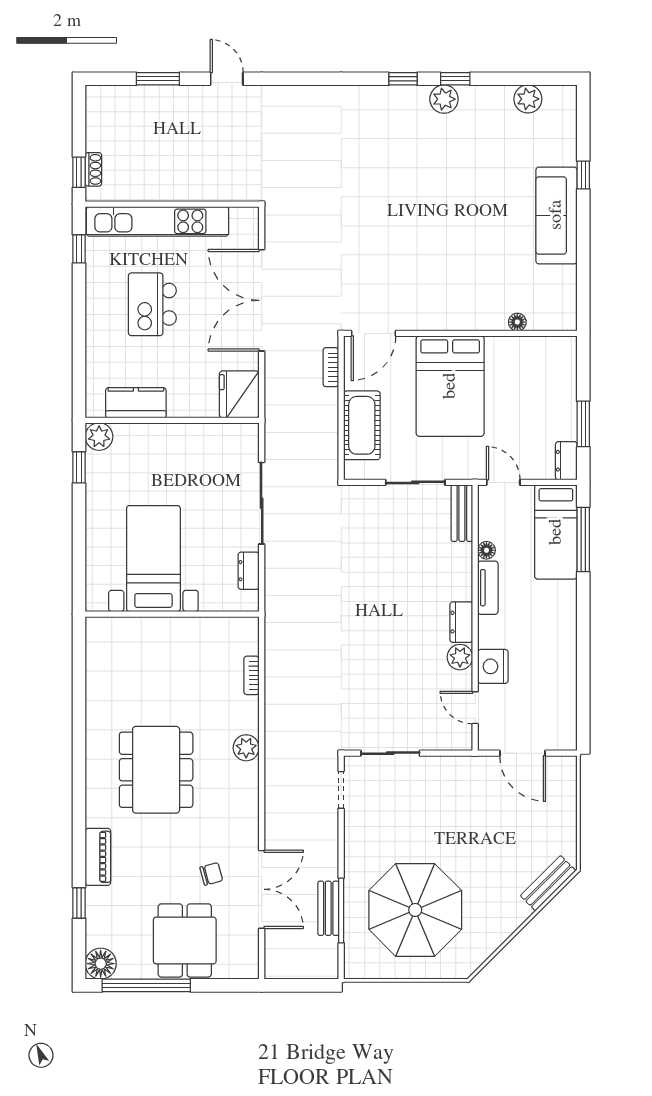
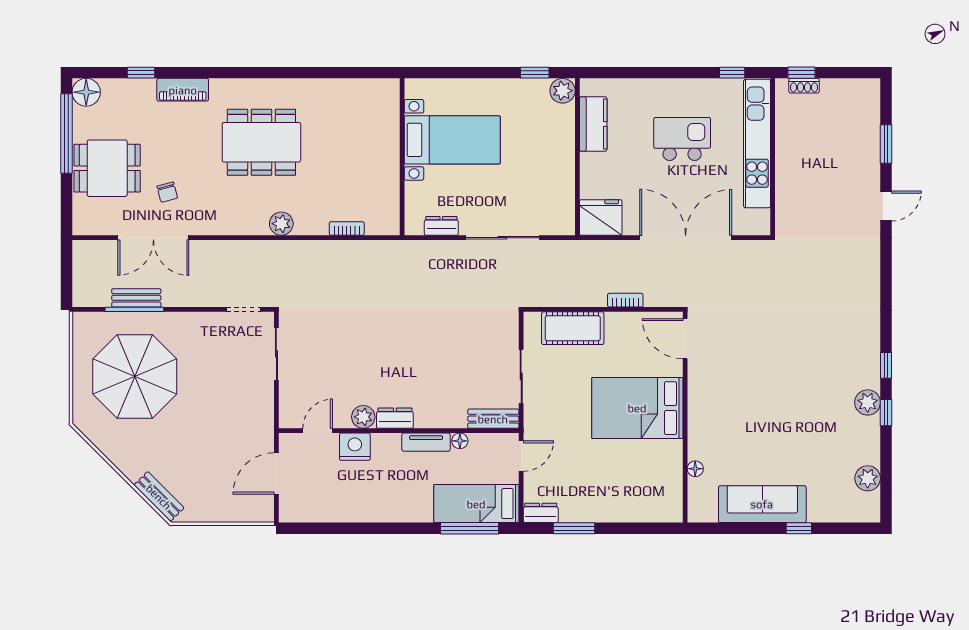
floor lamp: (517, 322) -> (695, 469), moved
door: (373, 333) -> (685, 339), moved
wall: (460, 333) -> (685, 417), moved
bed: (450, 386) -> (637, 408), moved

